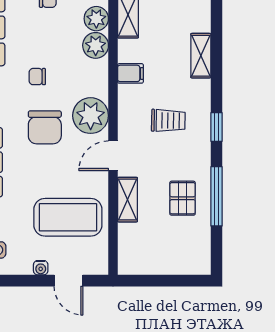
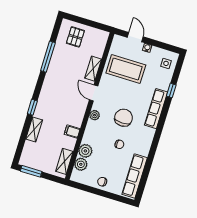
plant: (91, 116) -> (95, 115), width x0.53, depth x0.53
trolley: (168, 120) -> (60, 102), removed
window: (216, 127) -> (32, 107), moved
door: (113, 156) -> (94, 93), swing flipped
pallet: (183, 198) -> (75, 37), moved

